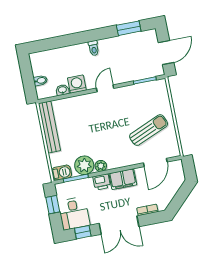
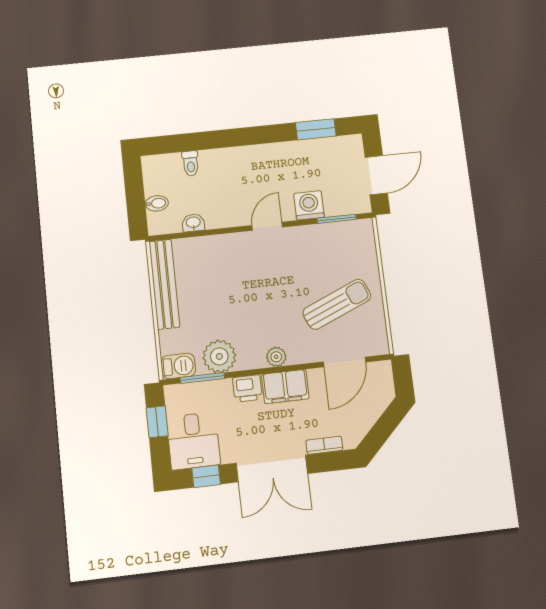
toilet: (94, 48) -> (191, 163), moved
washing machine: (77, 84) -> (309, 205), moved
plant: (101, 166) -> (276, 357), moved

